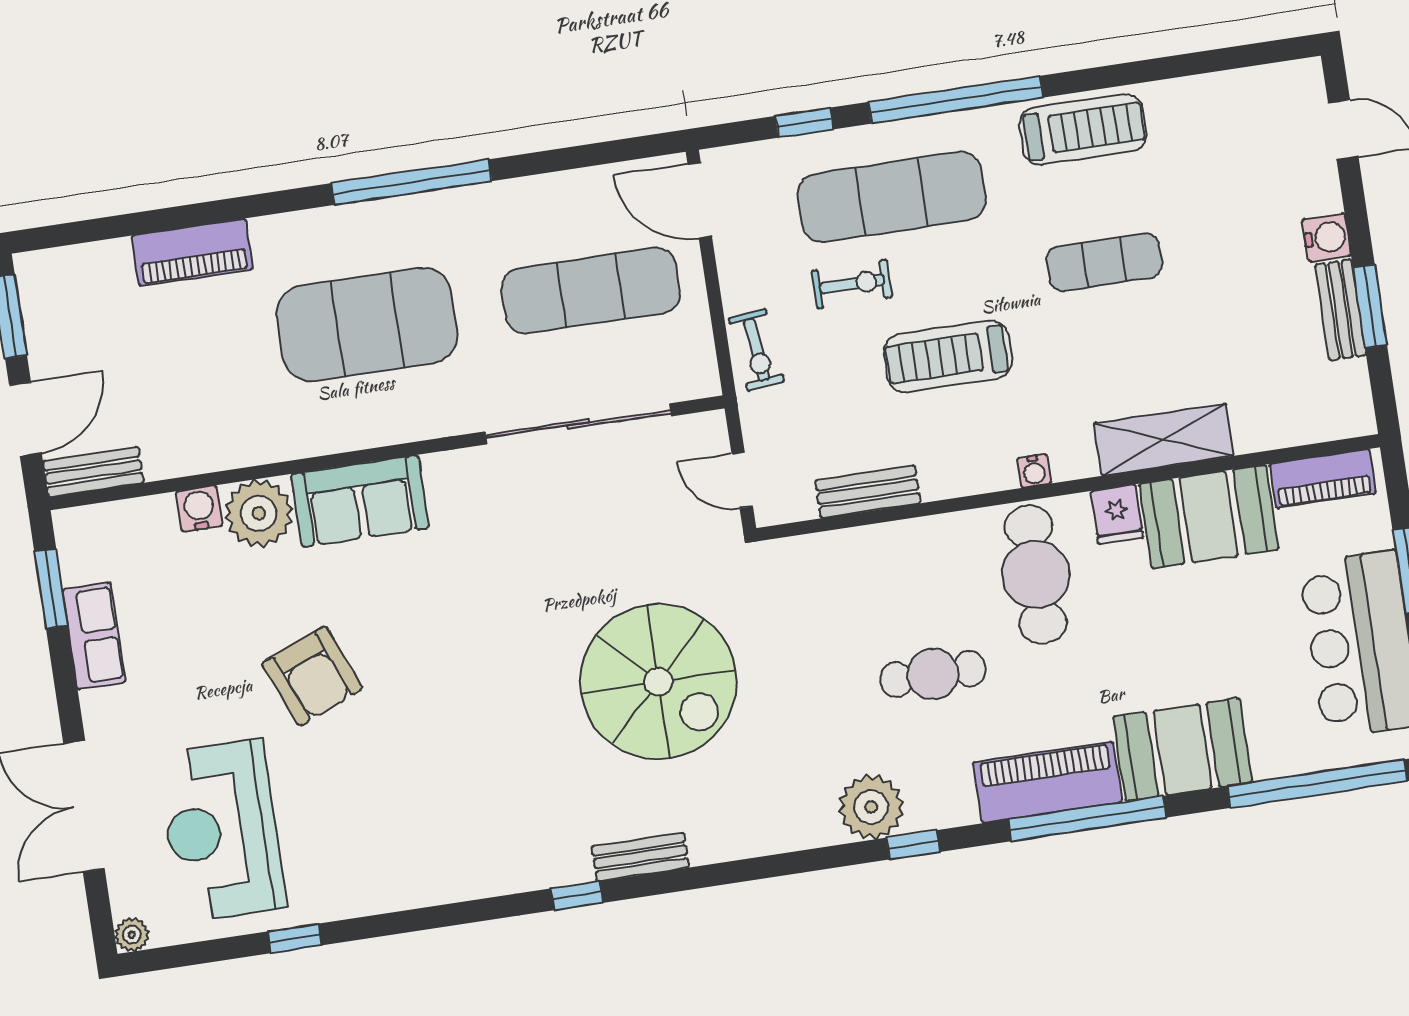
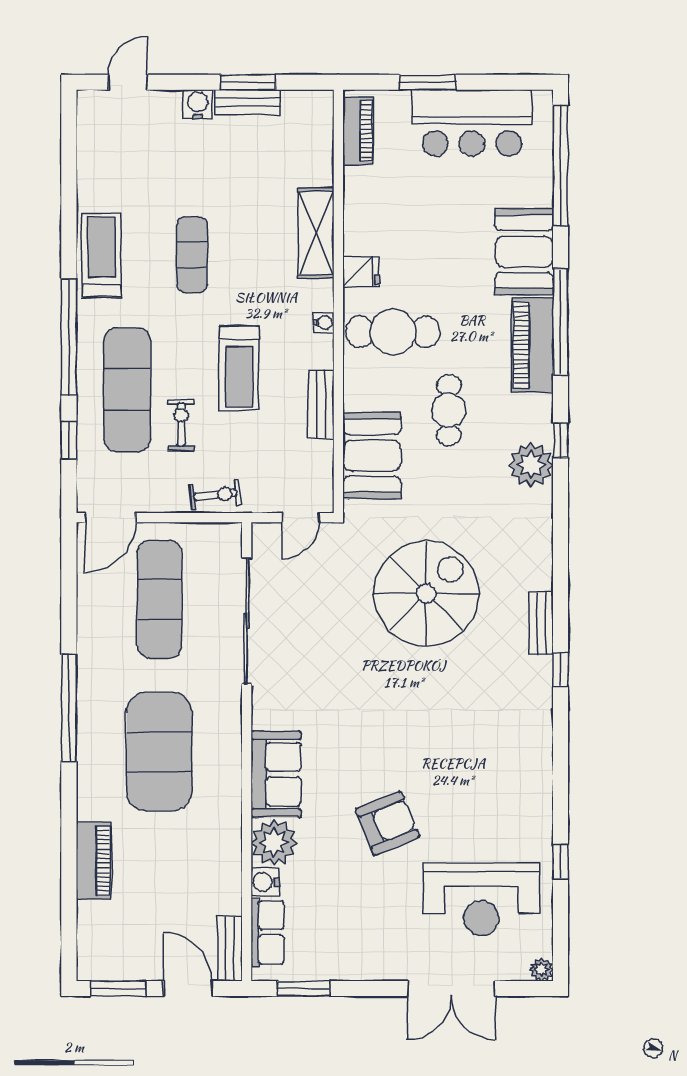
bench: (868, 492) -> (321, 405), moved
booth: (1209, 517) -> (372, 456), moved
row of seats: (94, 636) -> (267, 932), moved, turned 90

